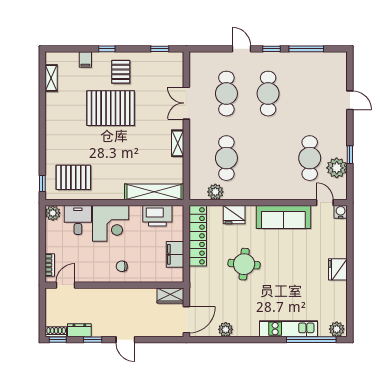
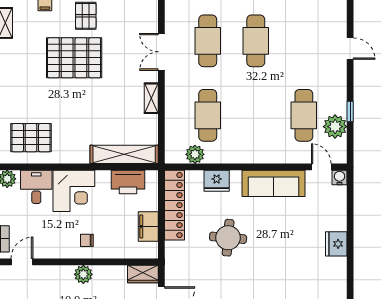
plant: (119, 296) -> (83, 274), added

